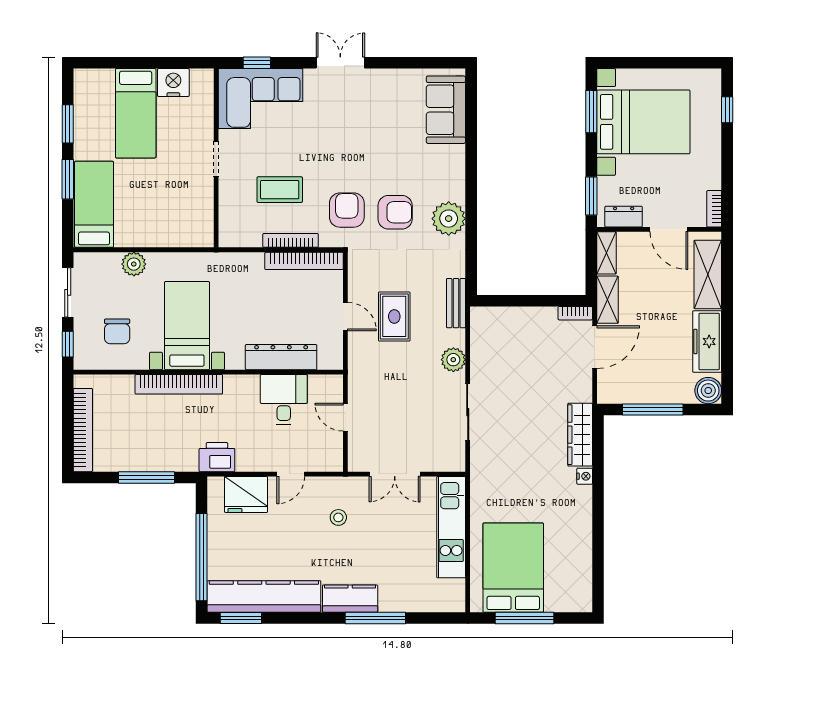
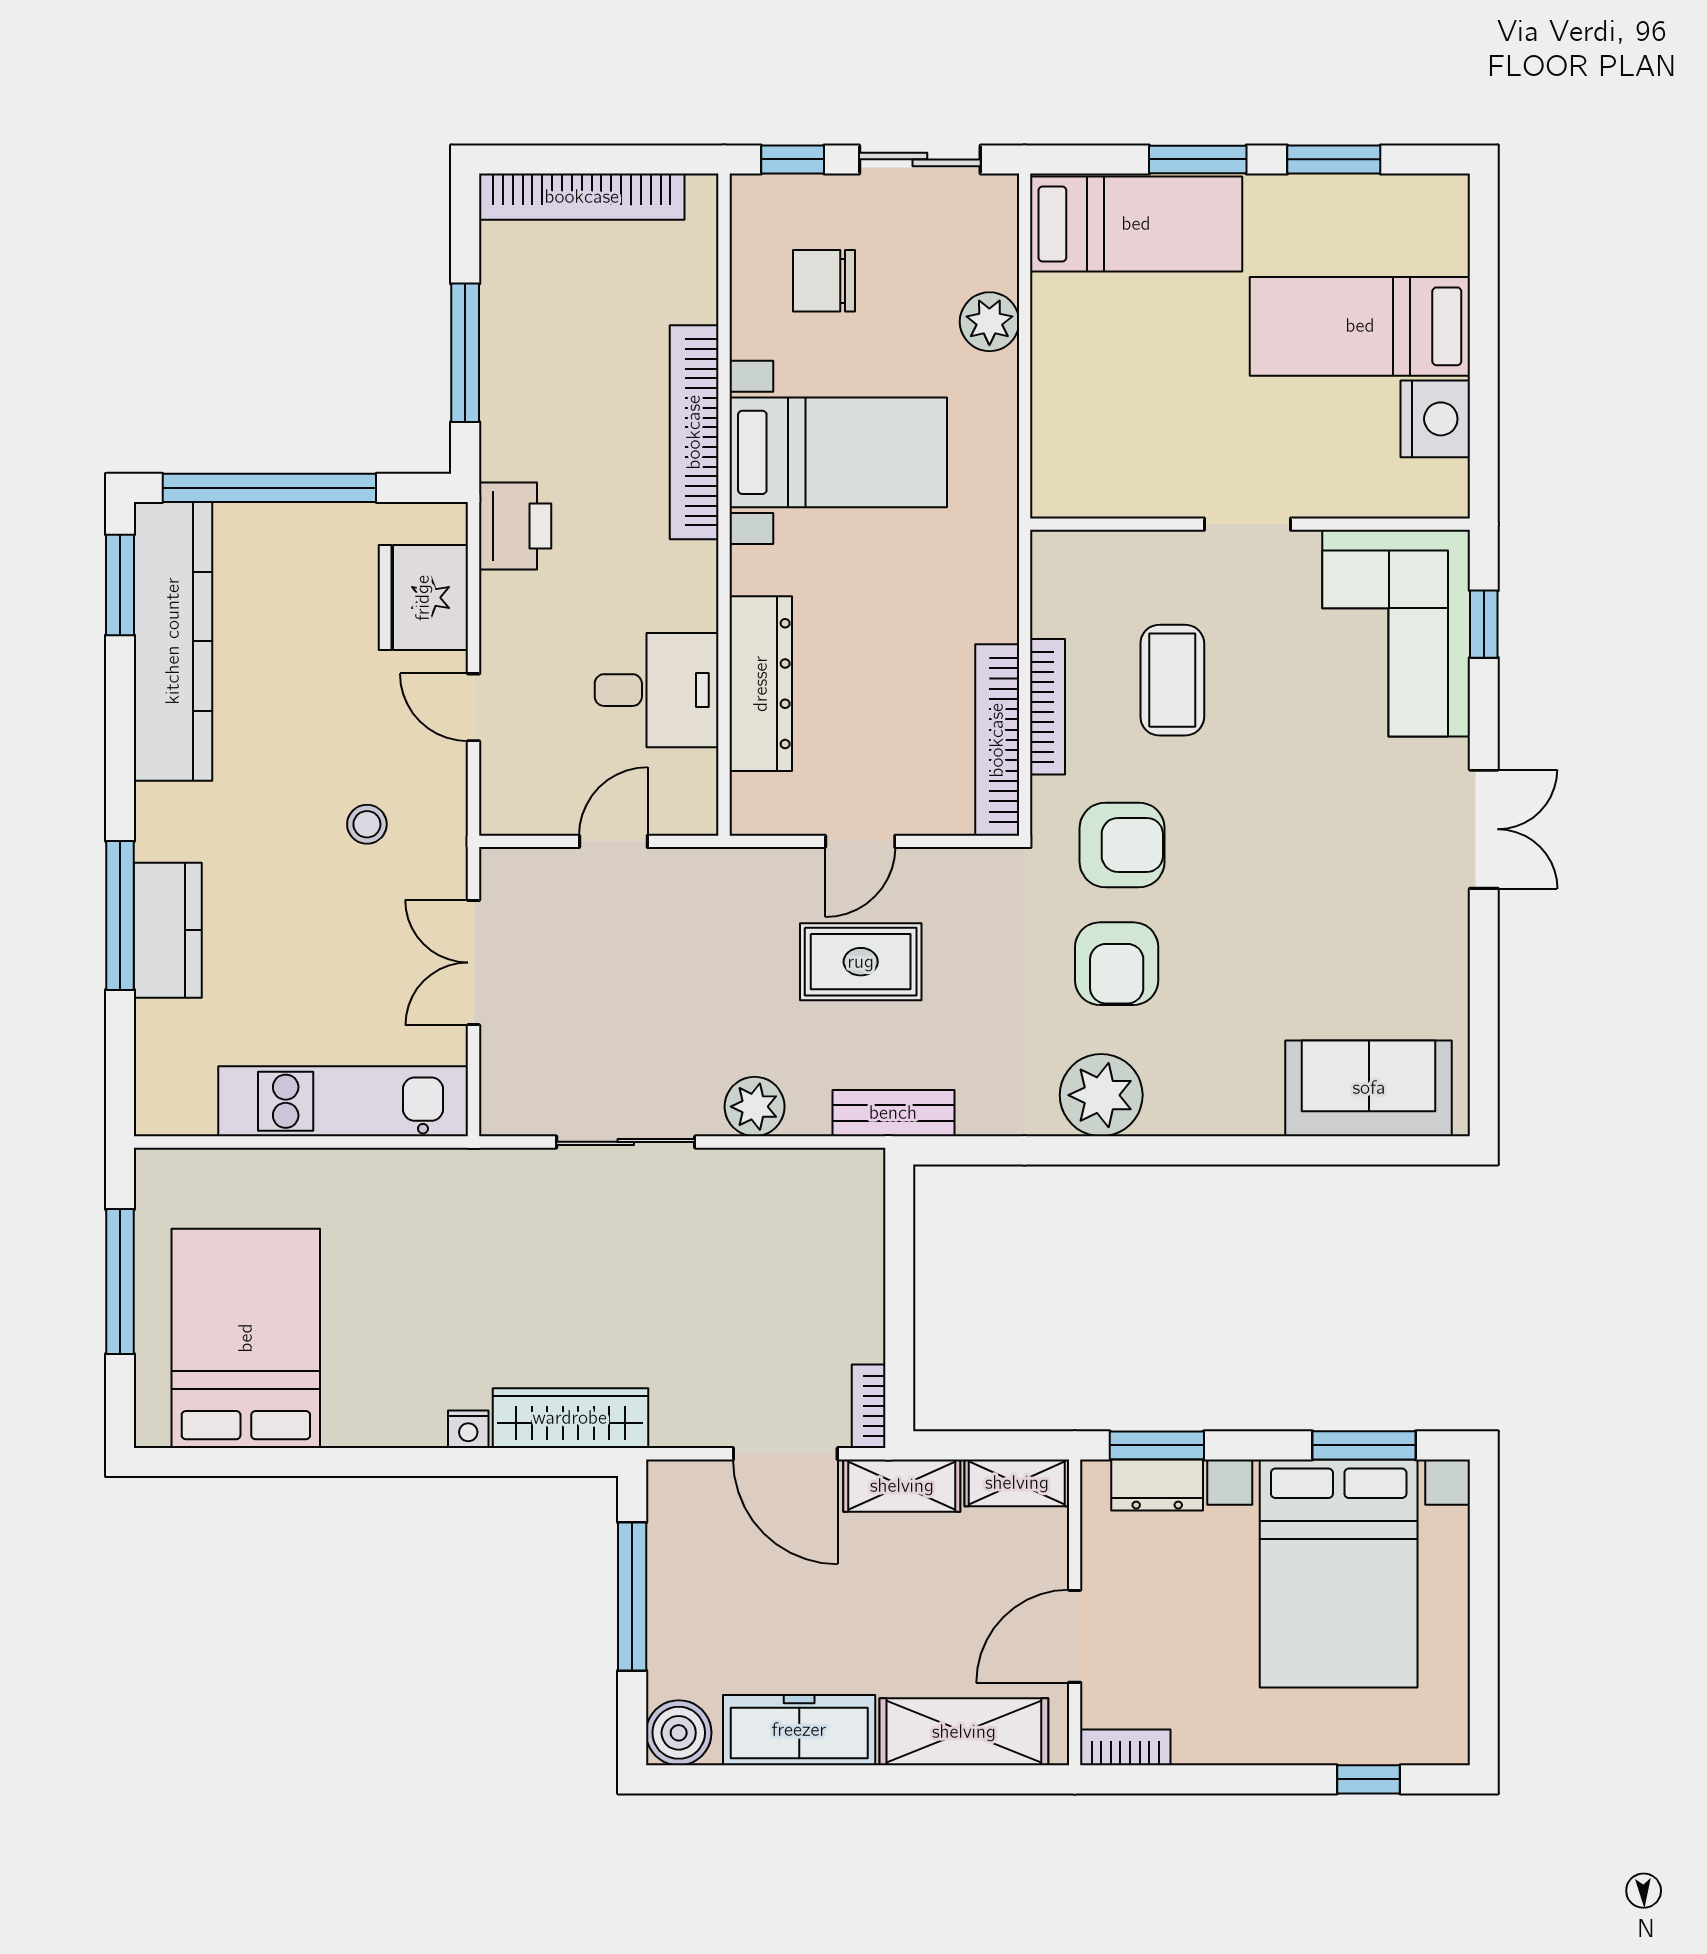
dresser: (624, 217) -> (1157, 1485), moved, turned 90
bed: (513, 568) -> (246, 1338), moved, turned -90
kitchen counter: (350, 599) -> (168, 930), moved

